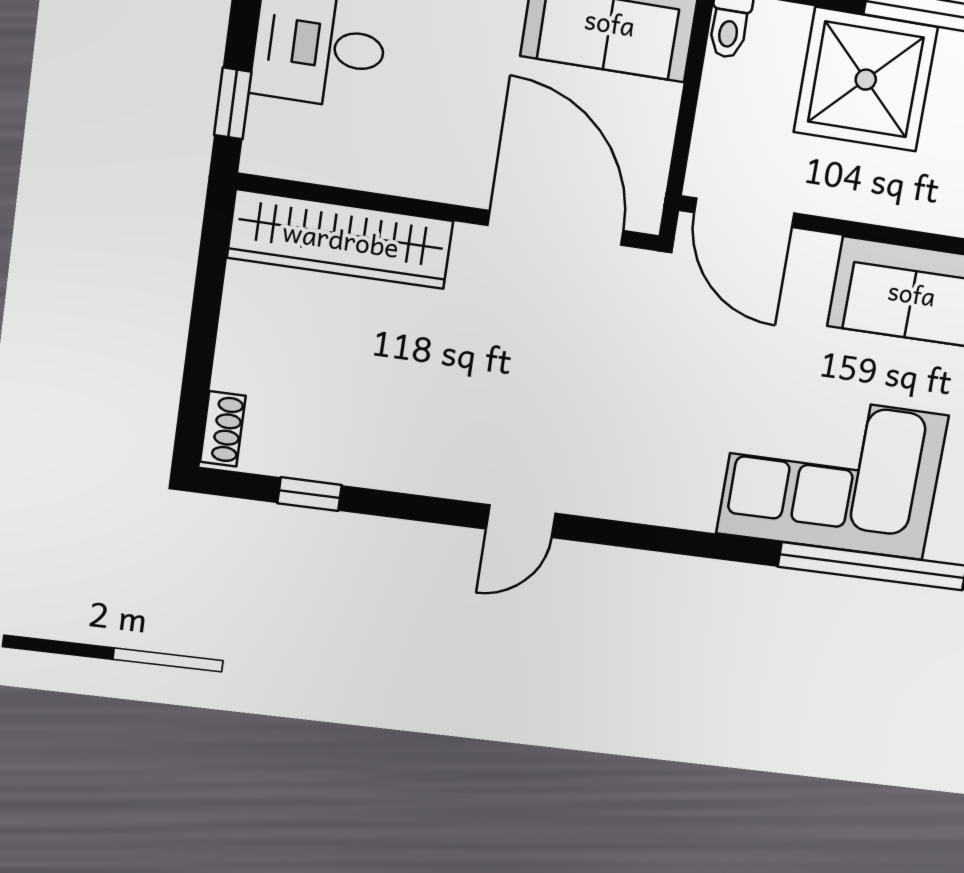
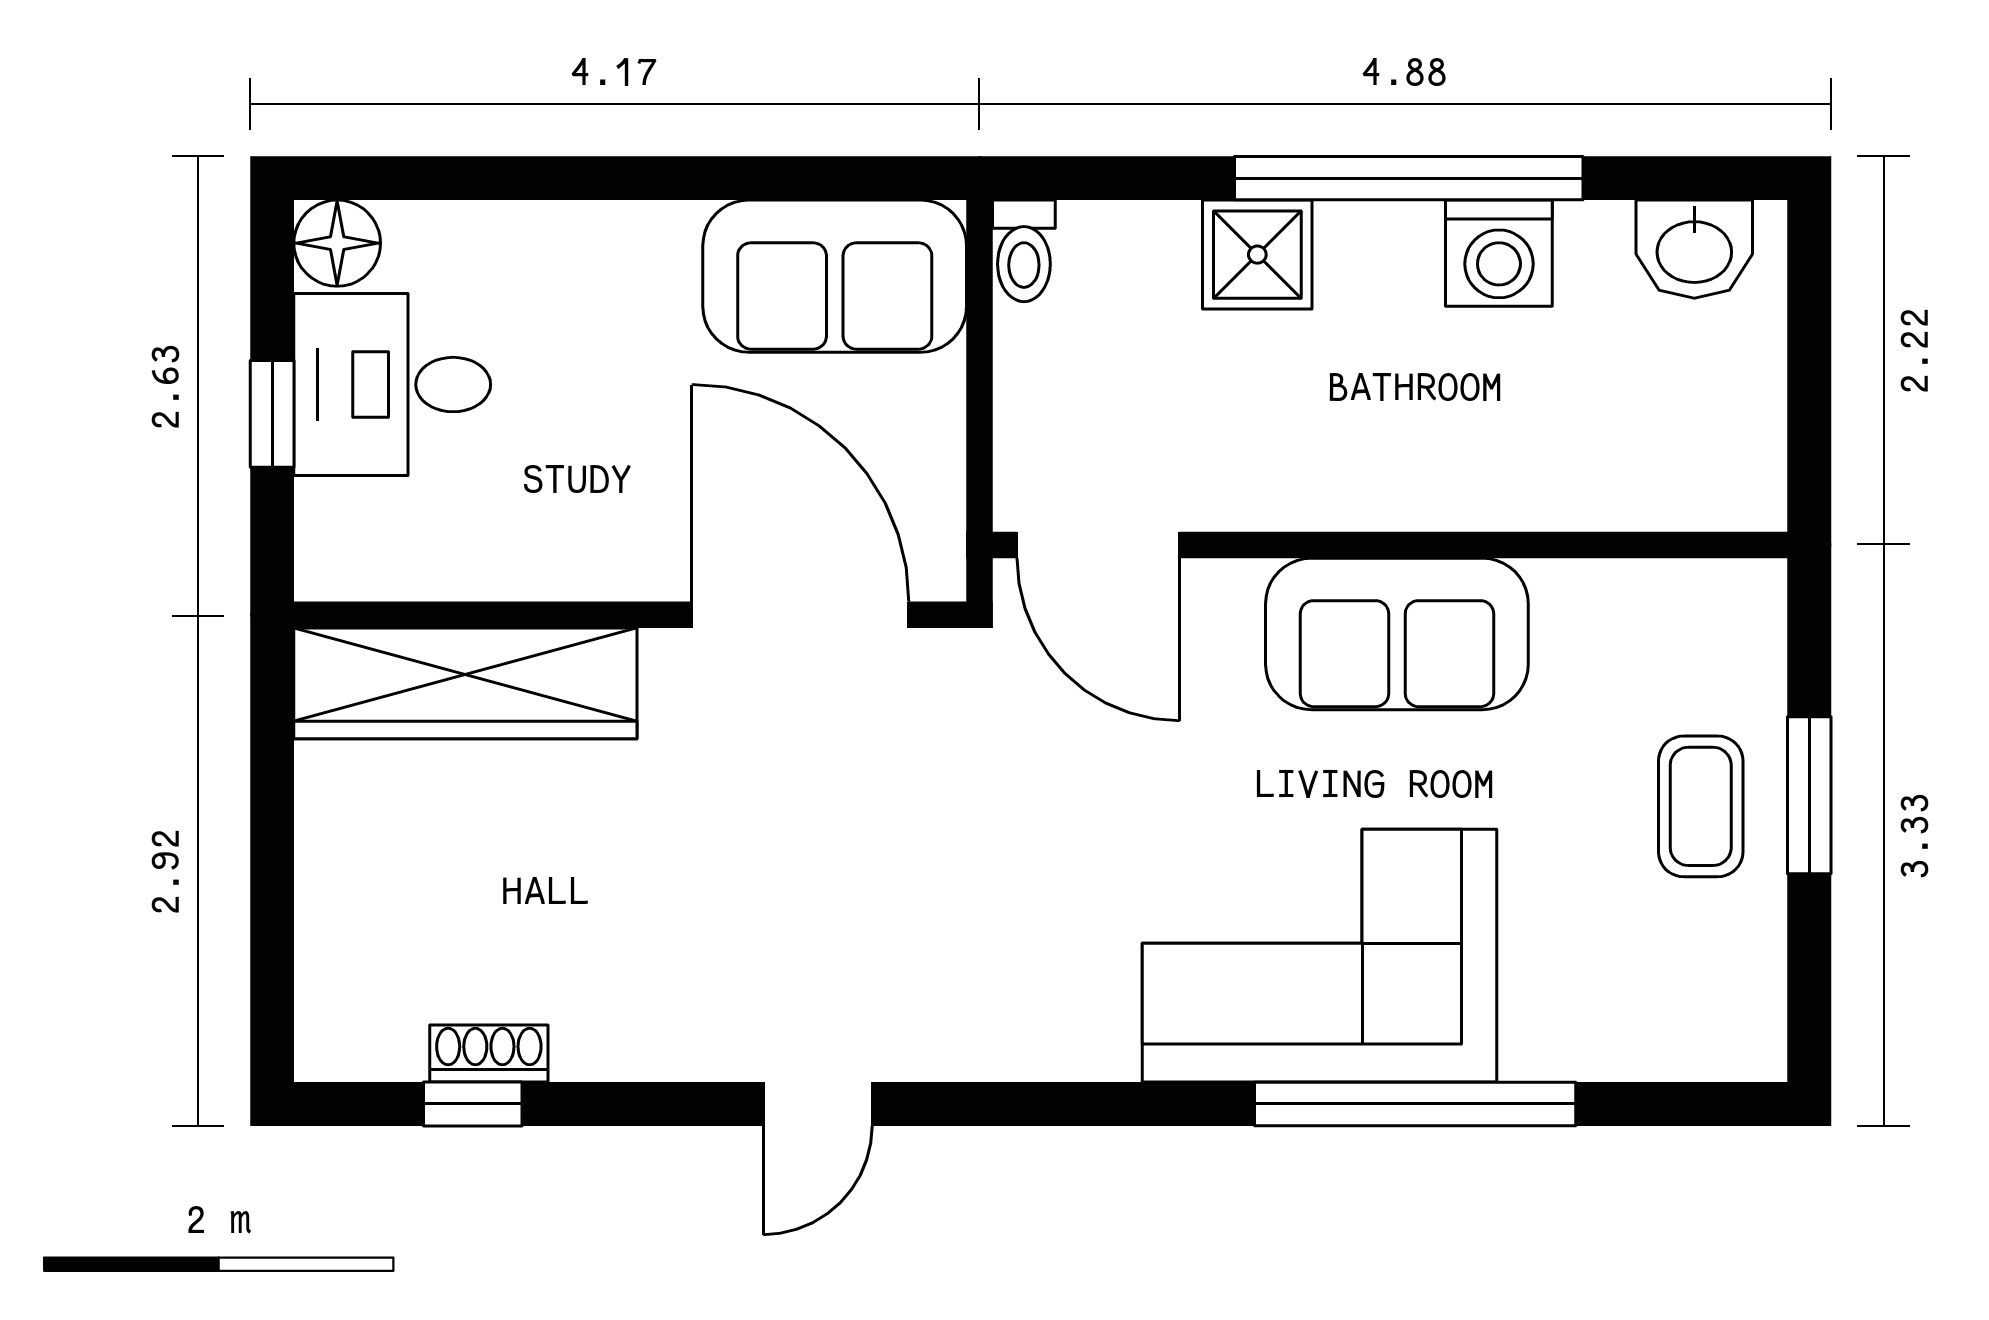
shower: (866, 80) -> (1257, 255), width x0.54, depth x0.54
window: (233, 103) -> (272, 414), moved
shoe rack: (223, 429) -> (489, 1053), moved, turned -90

